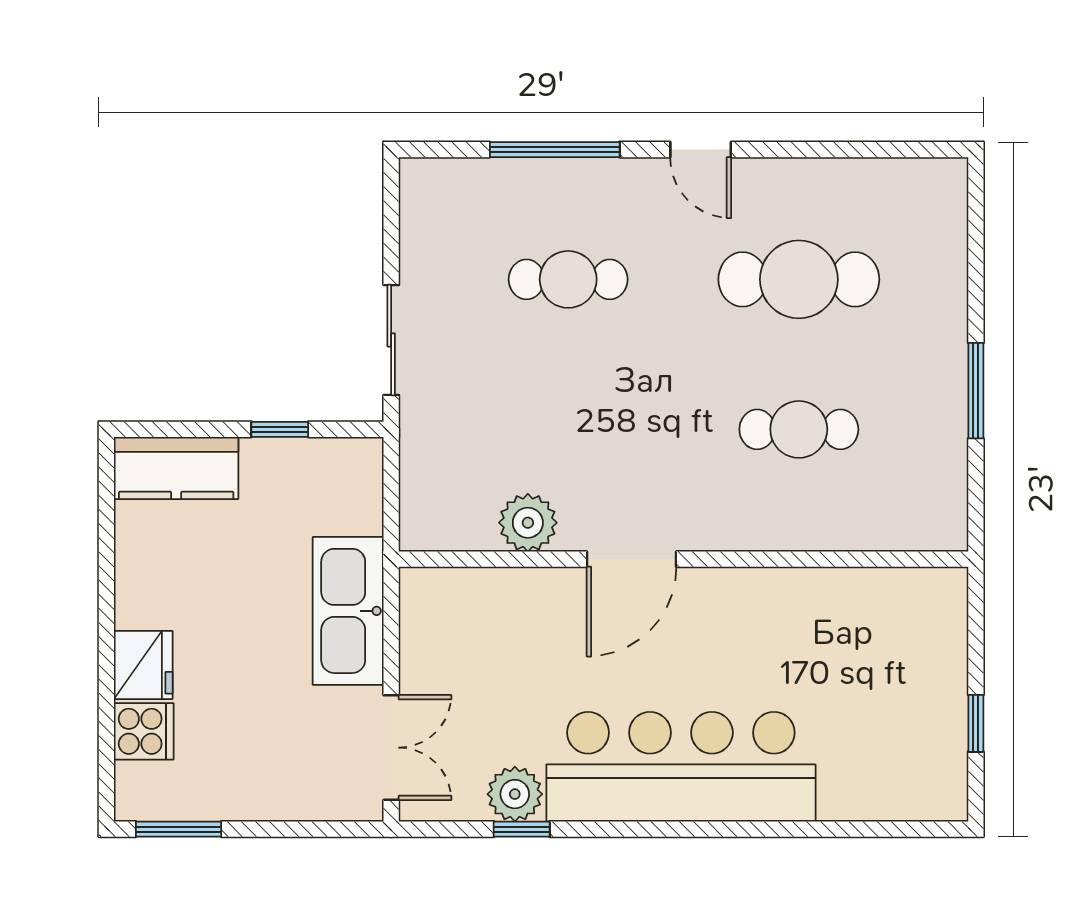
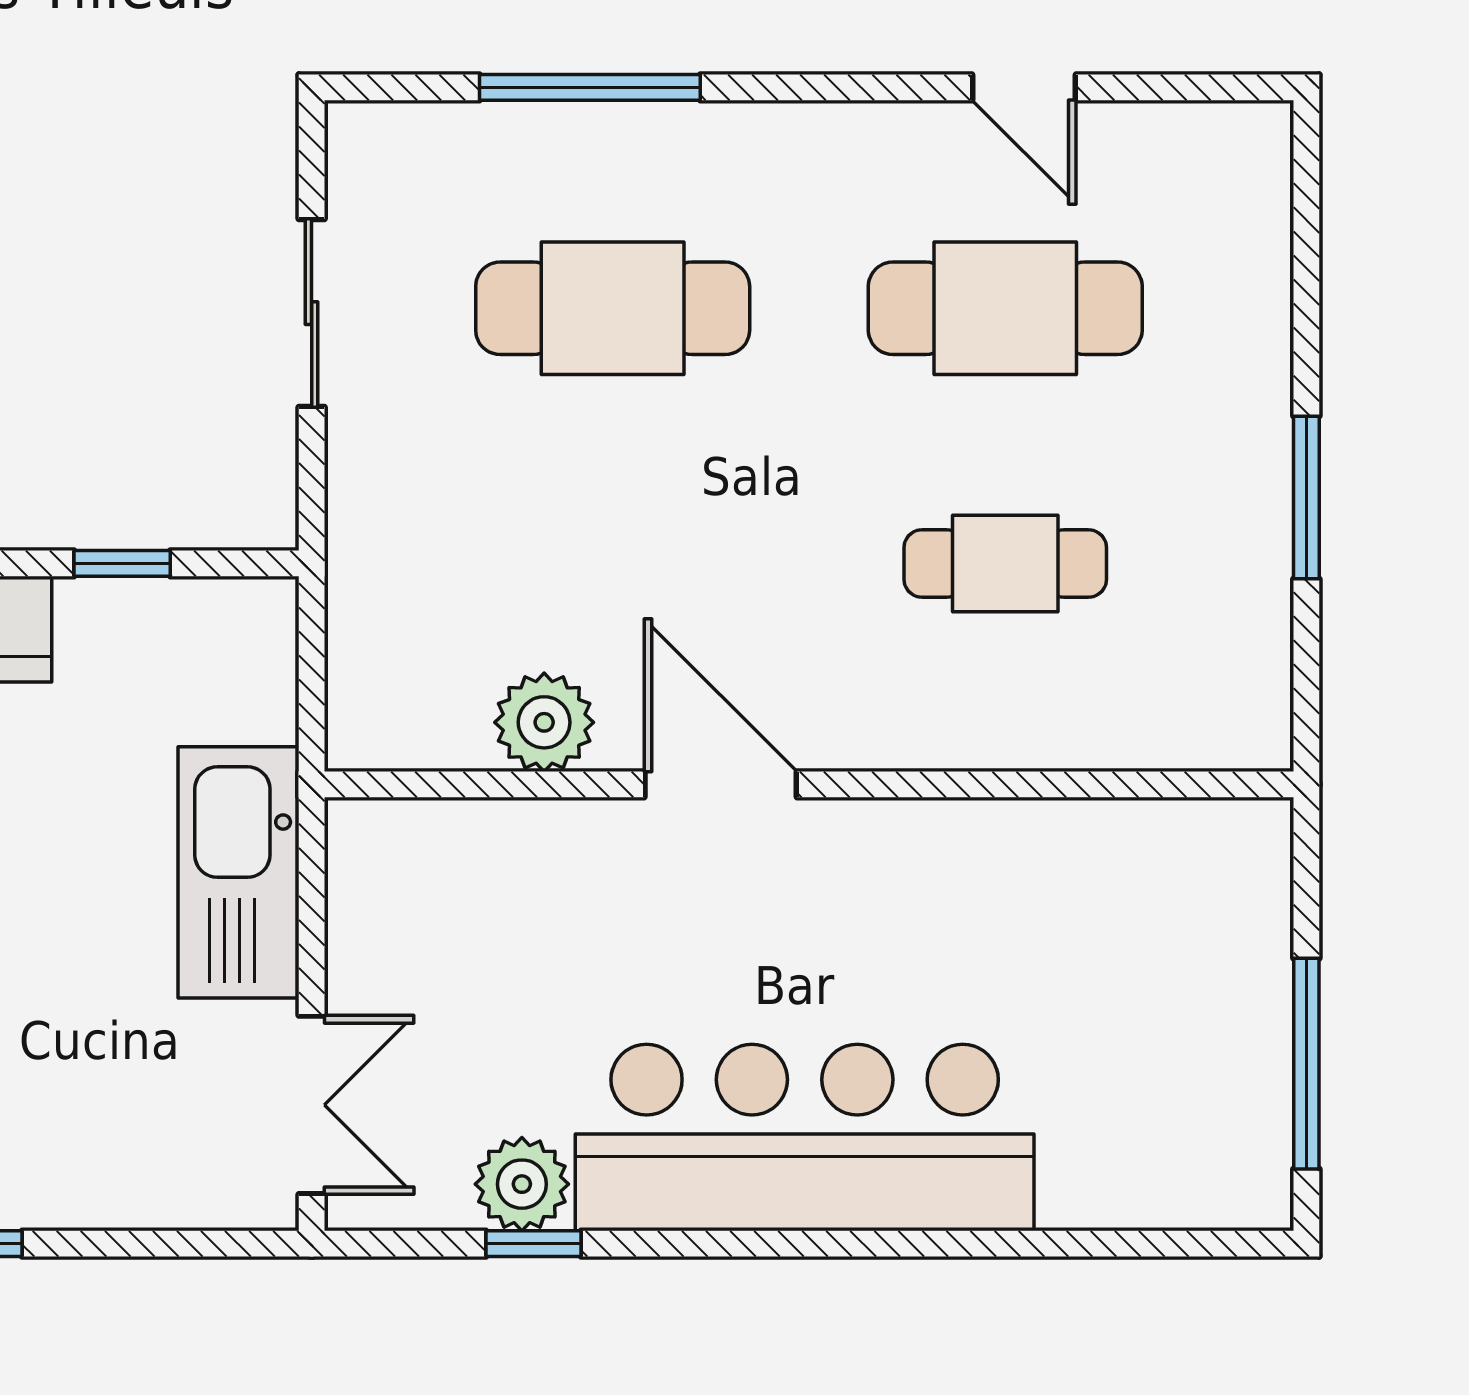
door: (701, 150) -> (1024, 87), moved
cafe table: (568, 279) -> (613, 308), width x1.37, depth x1.35
sliding door: (391, 340) -> (312, 313), moved
door: (632, 559) -> (721, 784), swing flipped
window: (976, 723) -> (1306, 1064), width x2.17

